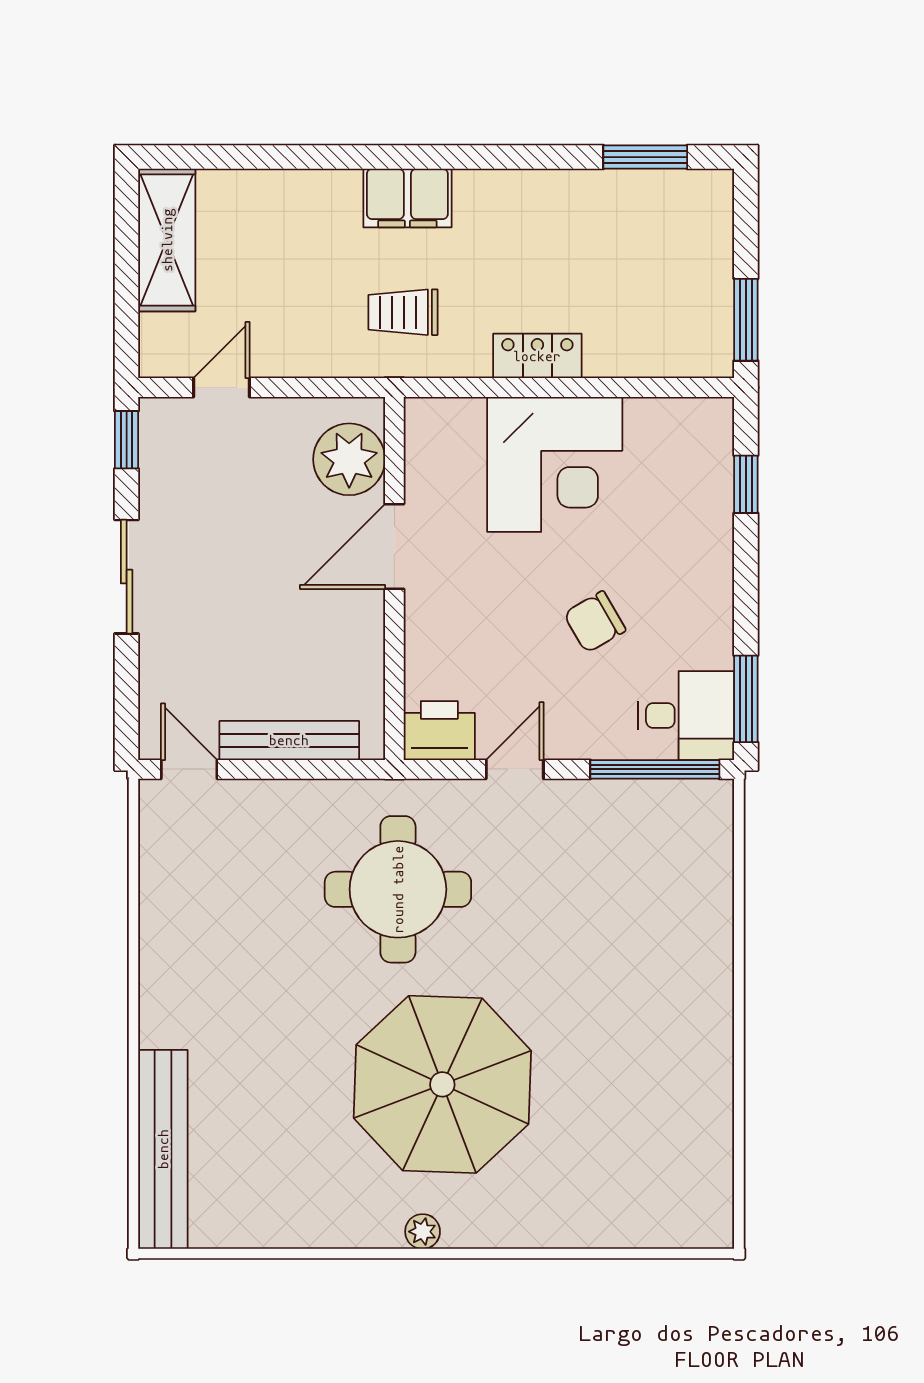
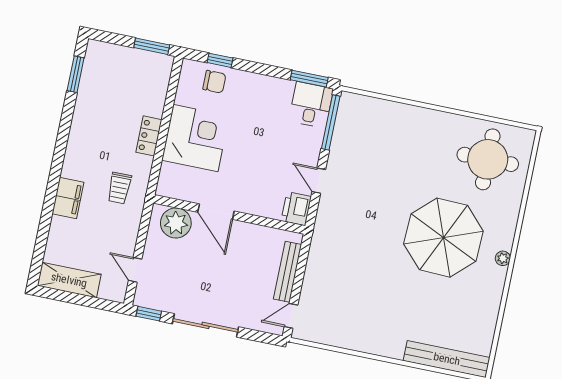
filing cabinet: (407, 198) -> (68, 198), moved
sliding door: (127, 577) -> (206, 325), width x1.37
chair: (595, 622) -> (214, 82), moved, turned -60
round table: (398, 889) -> (488, 159), moved

